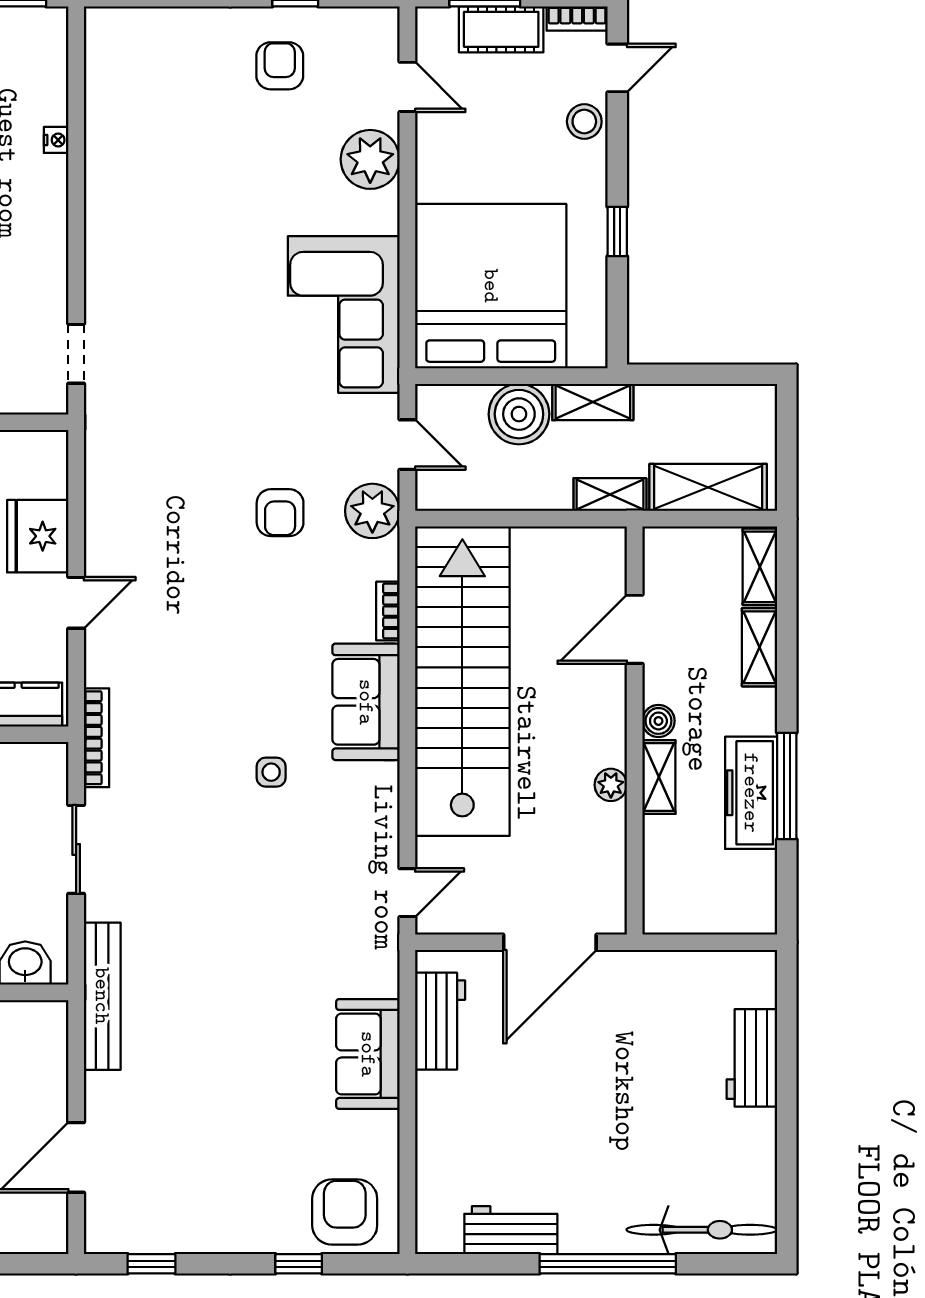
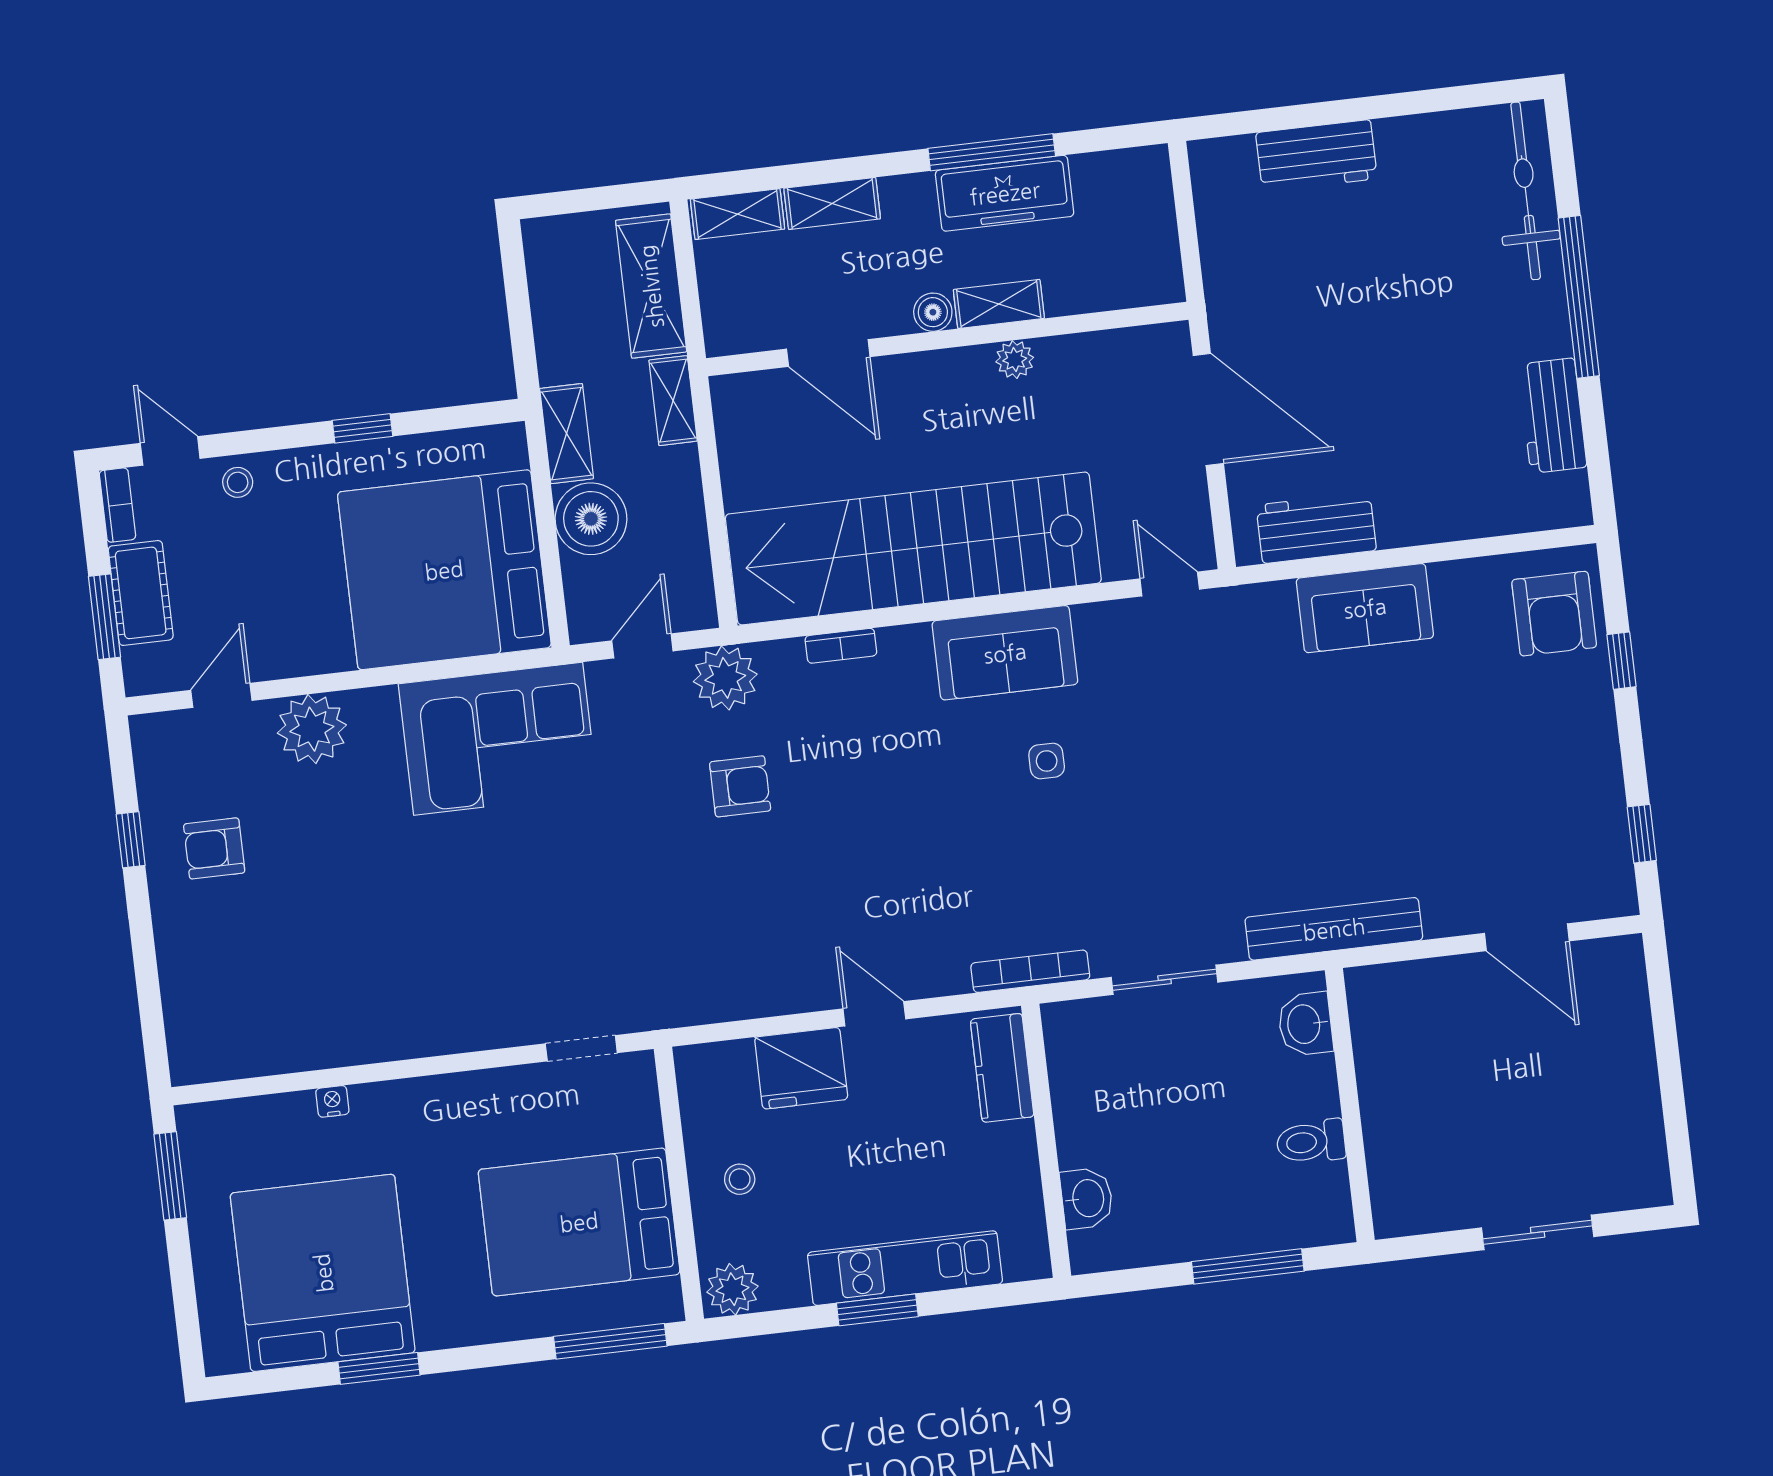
stool: (584, 122) -> (238, 482), width x0.73, depth x0.73
sofa: (366, 702) -> (1005, 653), moved
armchair: (345, 1212) -> (1554, 614), turned -90

